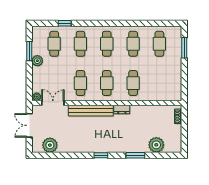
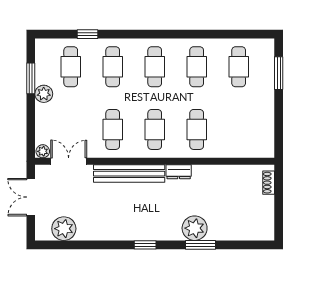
plant: (156, 145) -> (195, 228), moved

